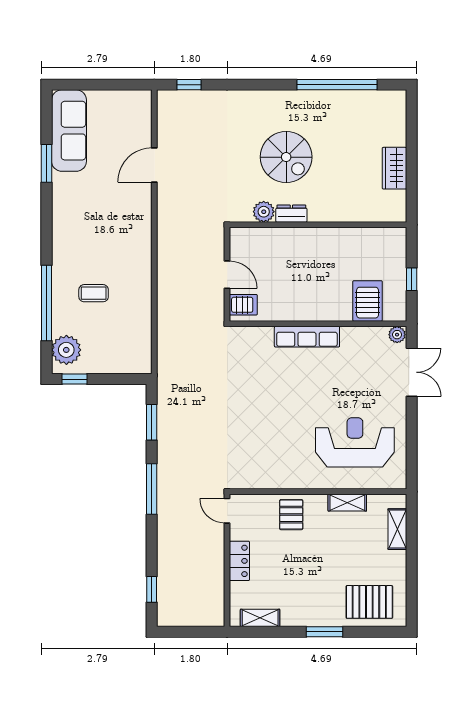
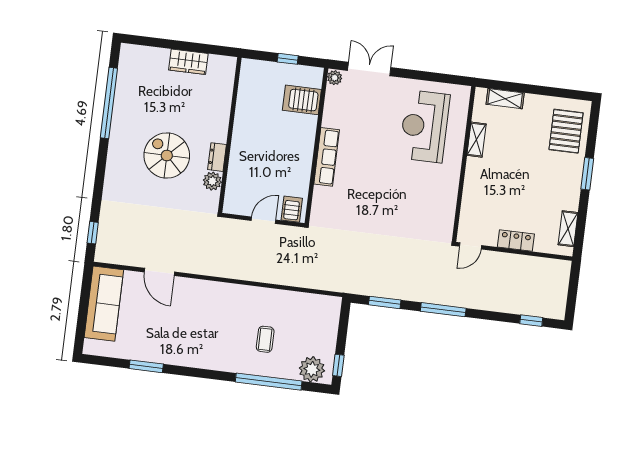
sofa: (69, 131) -> (104, 304), moved, turned 90
spiral stairs: (286, 157) -> (167, 155), turned -90
pallet: (291, 515) -> (481, 190), removed

